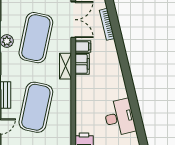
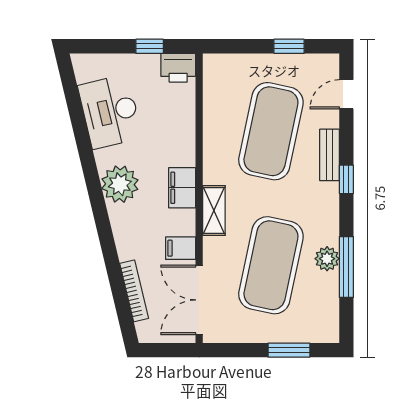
filing cabinet: (82, 64) -> (182, 188), moved
plant: (114, 80) -> (120, 184), added

